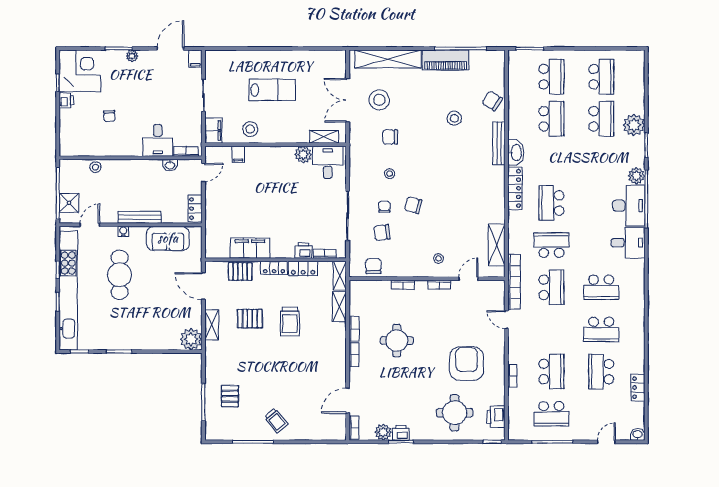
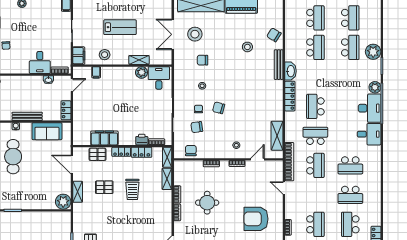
shelving: (324, 137) -> (139, 60), moved
armchair: (467, 364) -> (256, 219), turned -90

